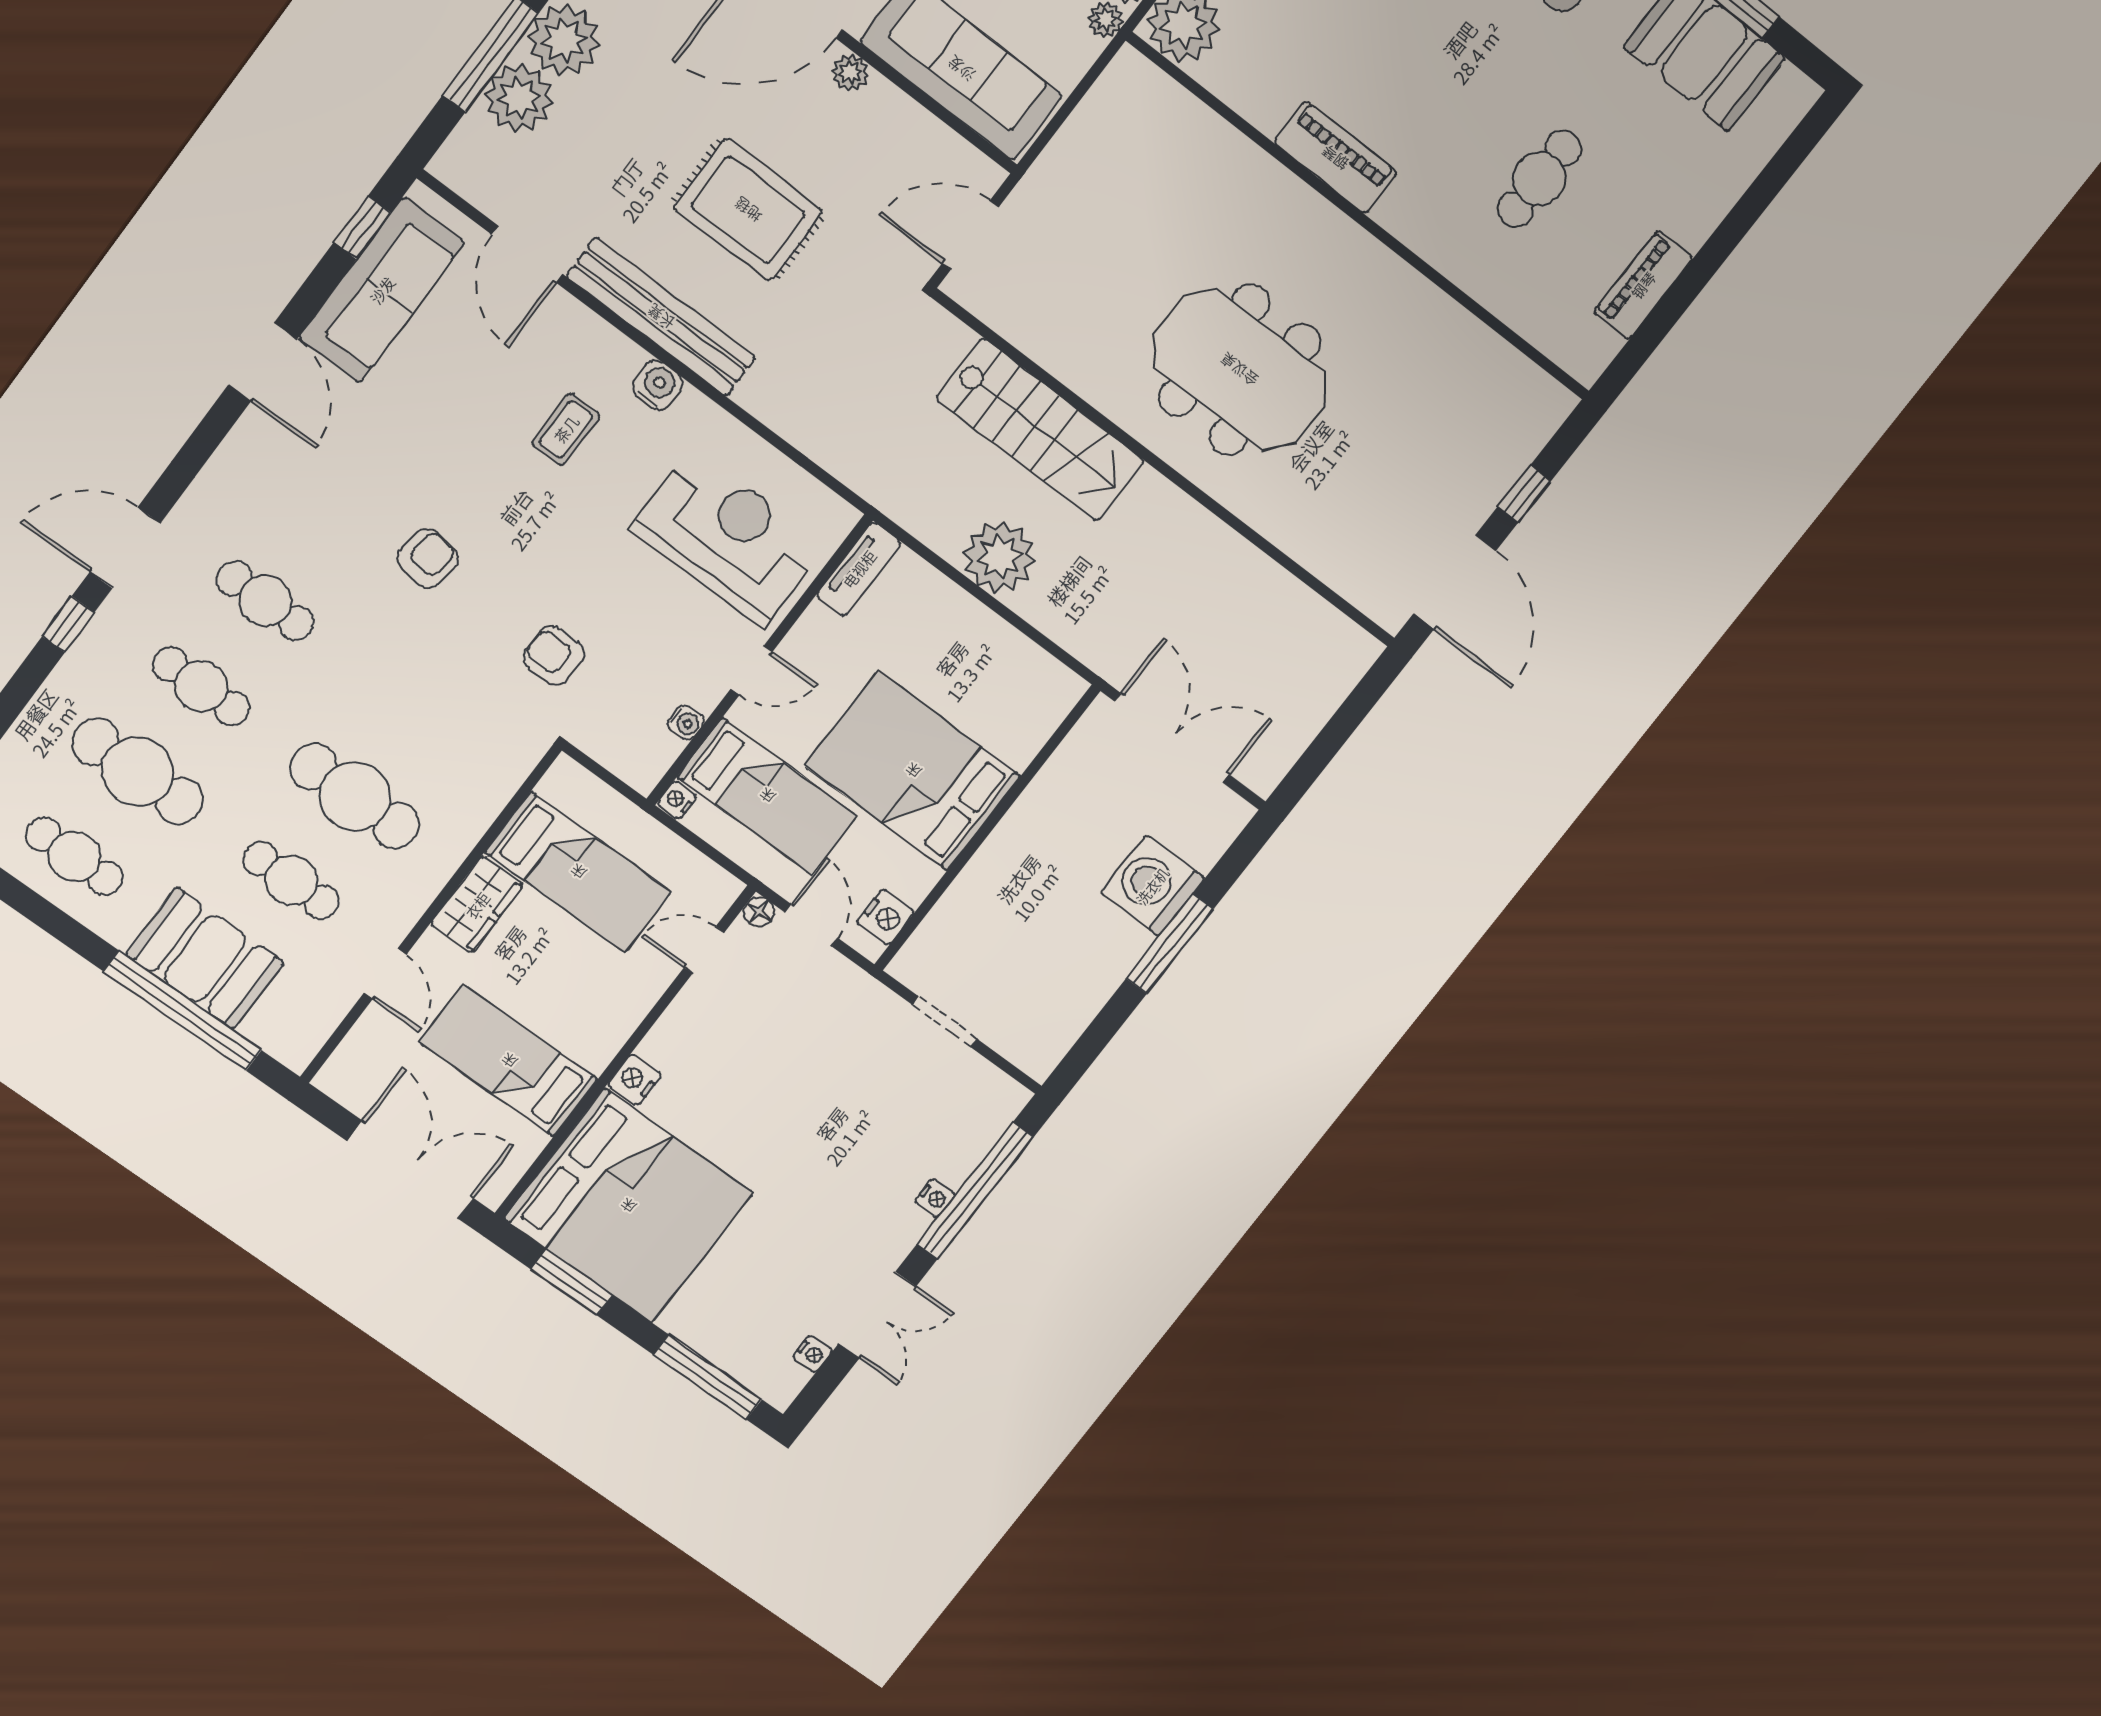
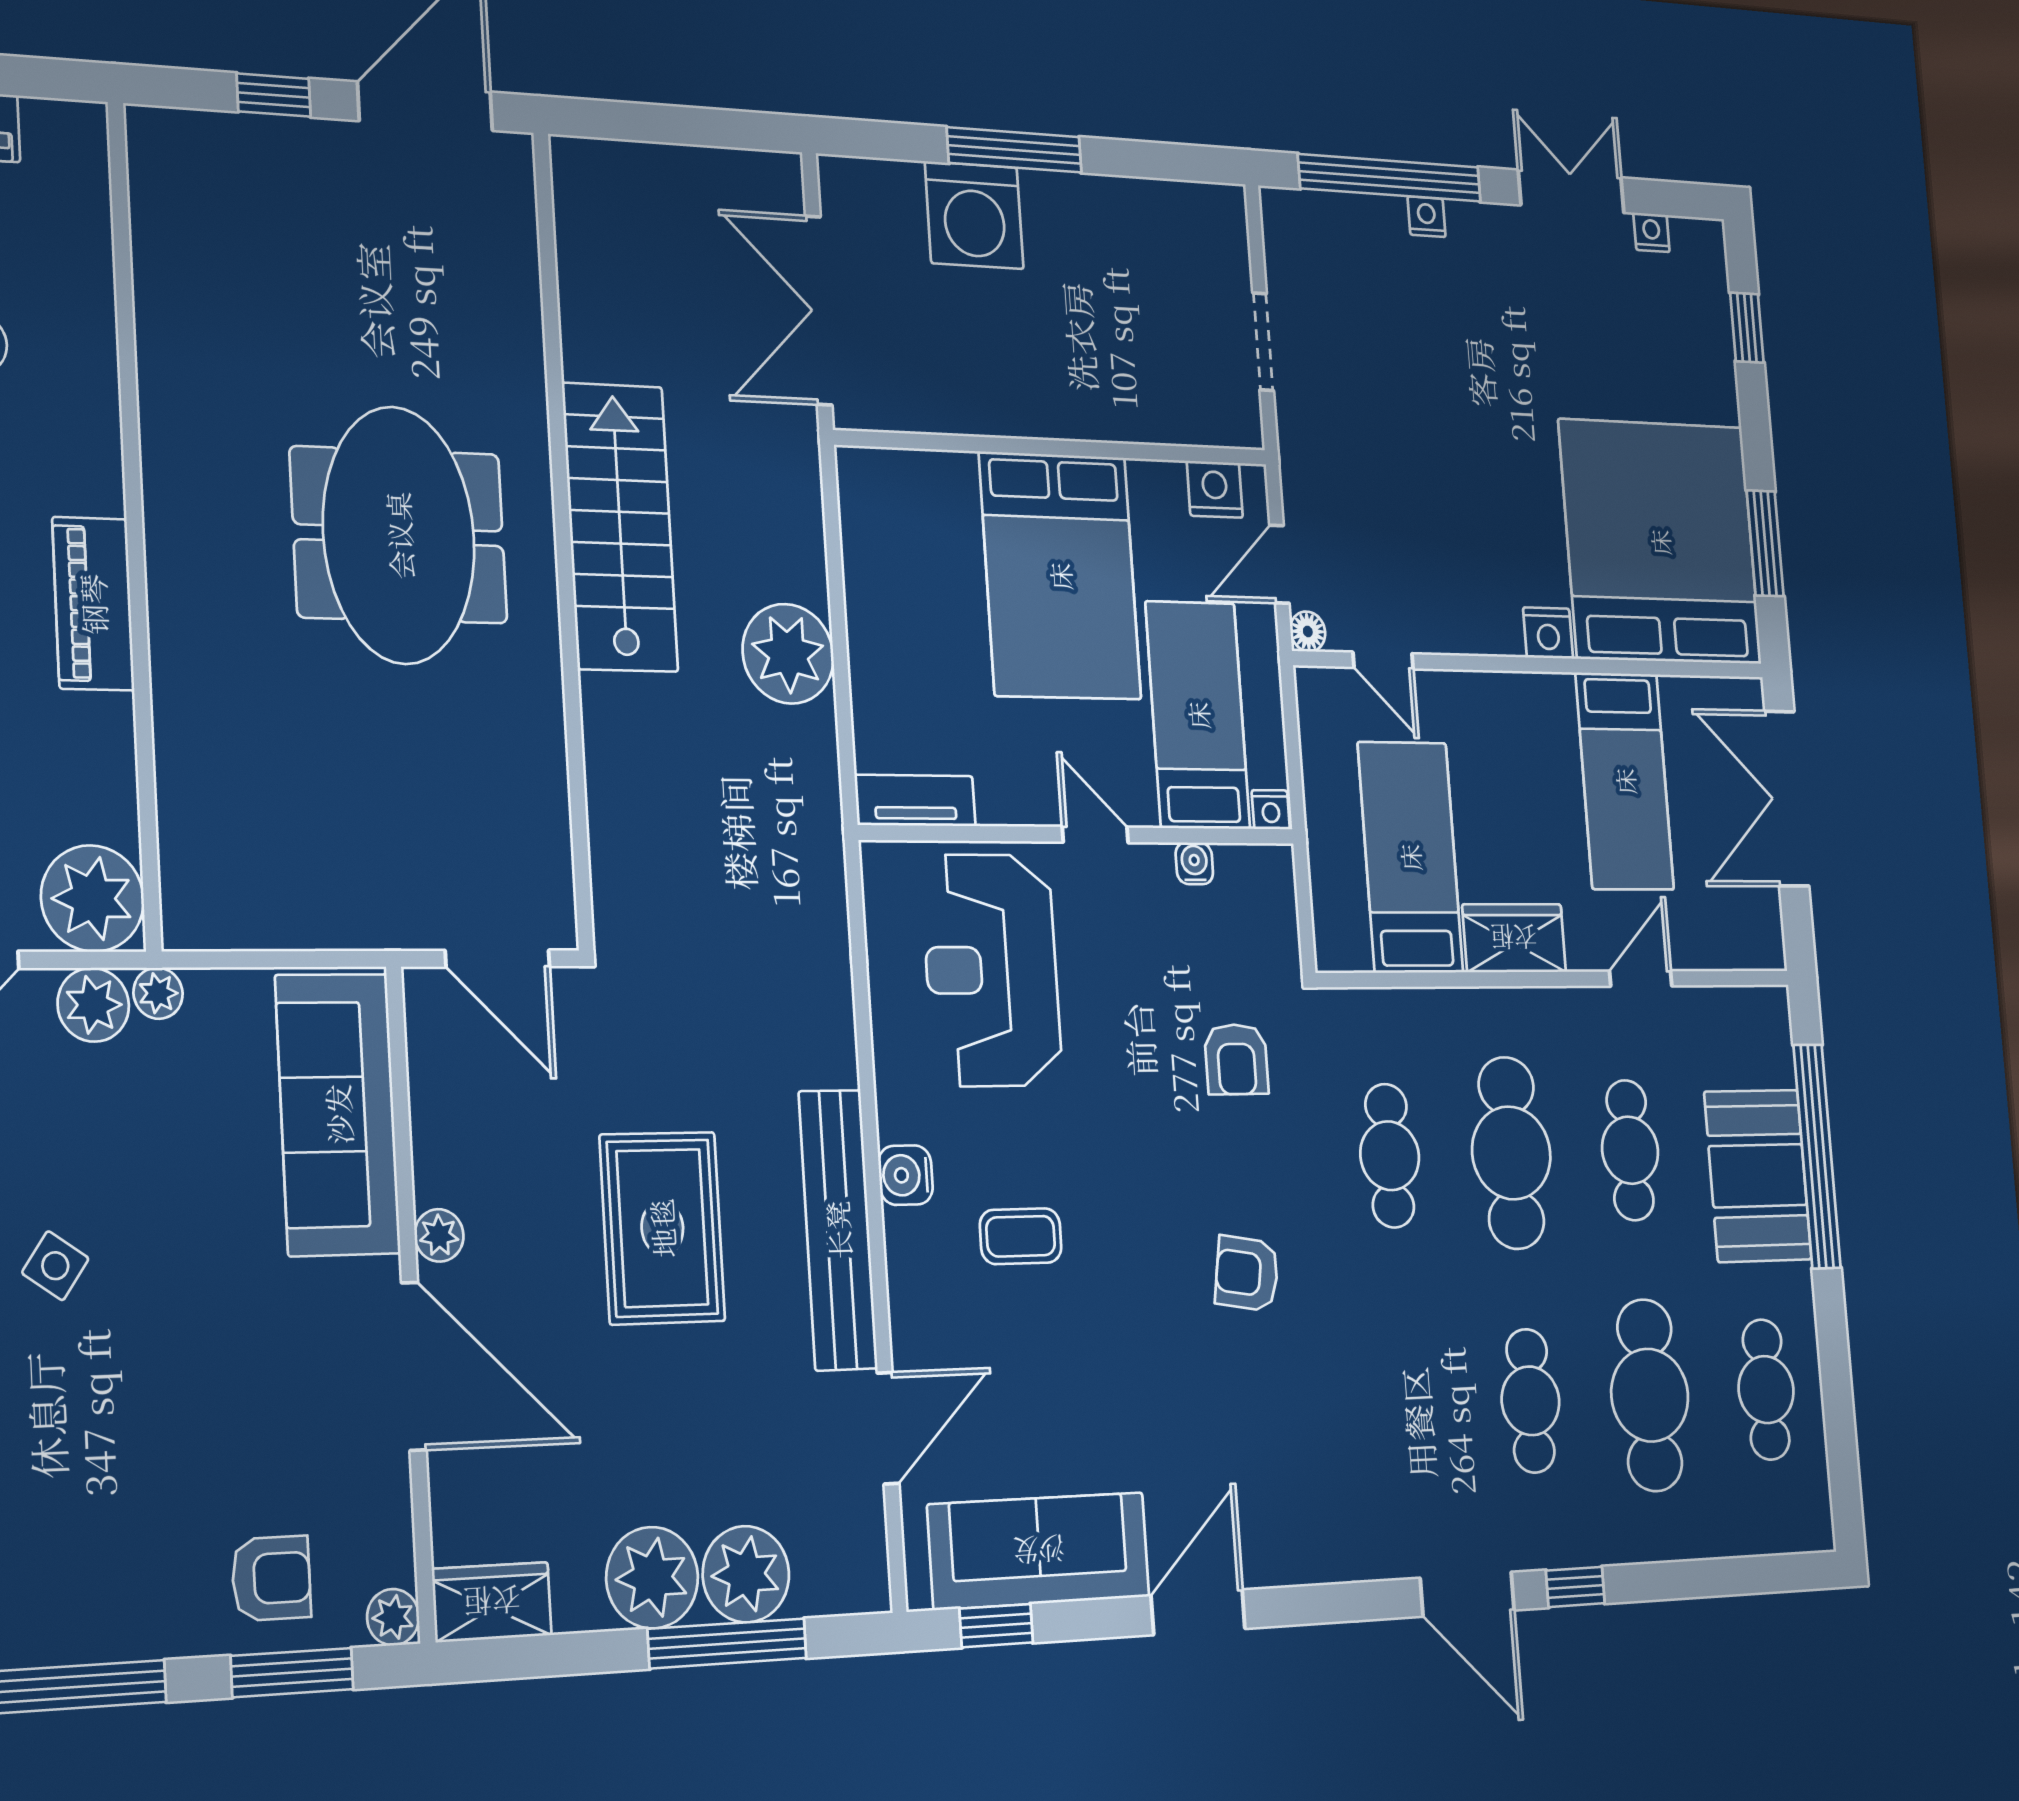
stairs: (1040, 430) -> (620, 527), moved
cafe table: (265, 601) -> (1390, 1156), moved
window: (708, 1377) -> (1747, 328), width x0.46

